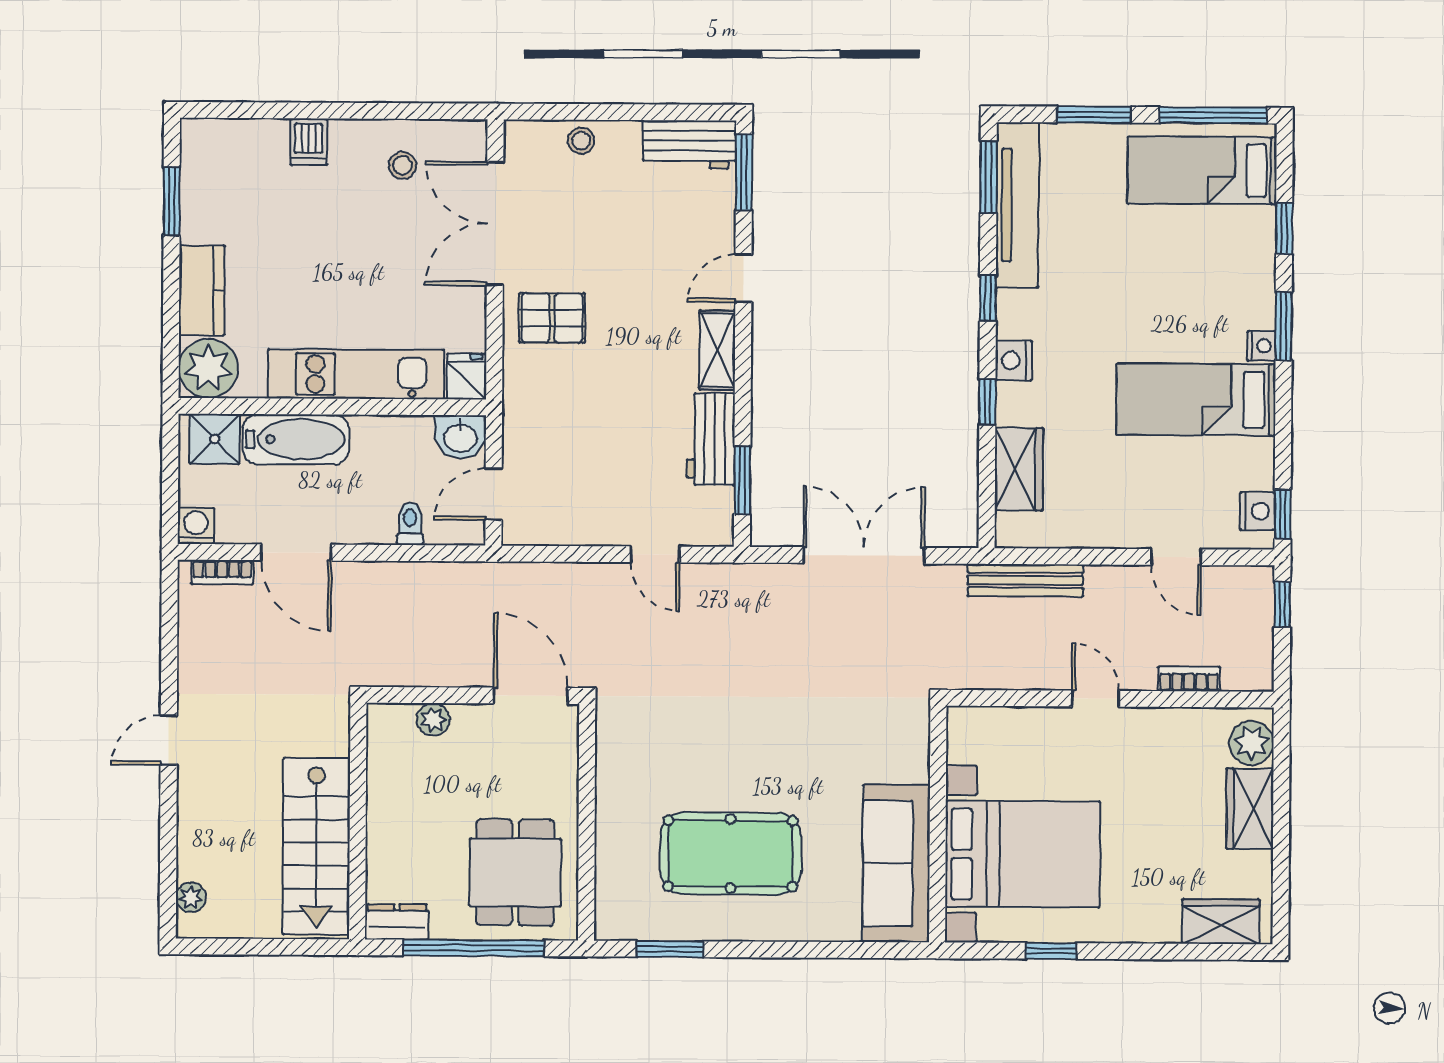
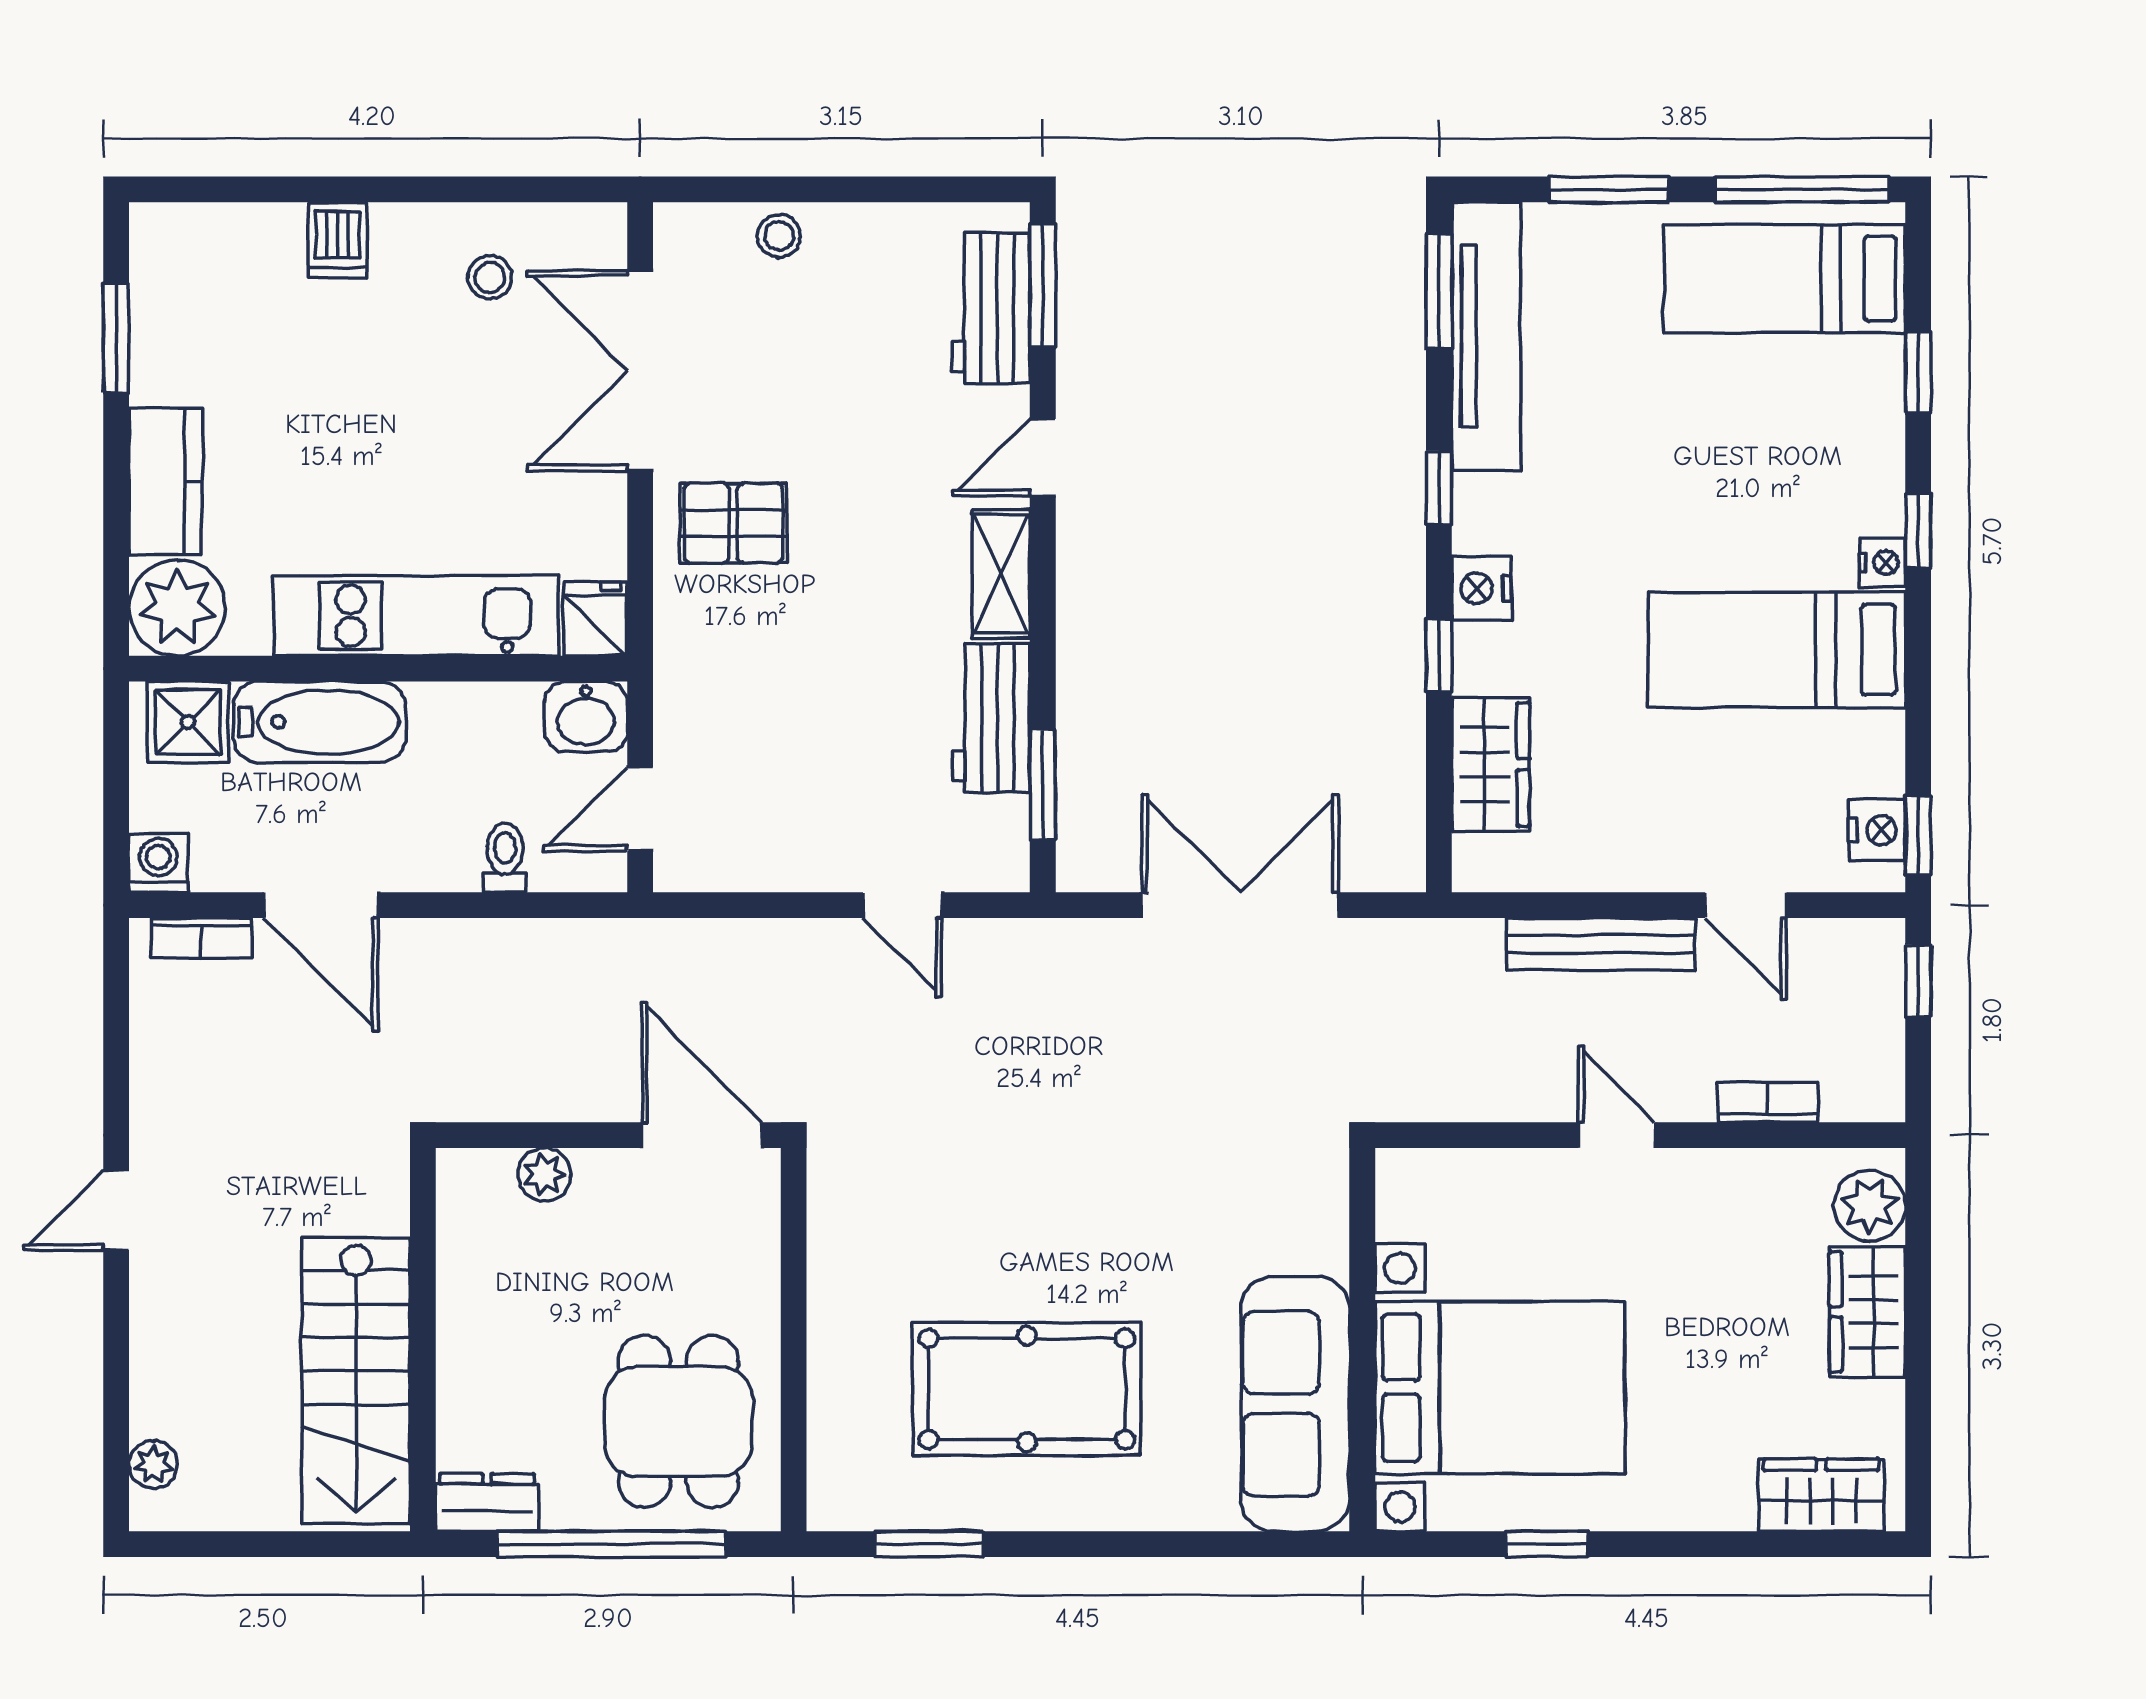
workbench: (690, 144) -> (991, 308), moved, turned 90
window: (1284, 326) -> (1918, 530), width x0.67
bench: (1025, 580) -> (1601, 944), moved

